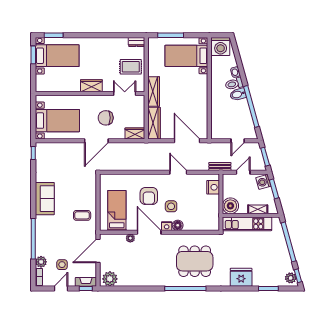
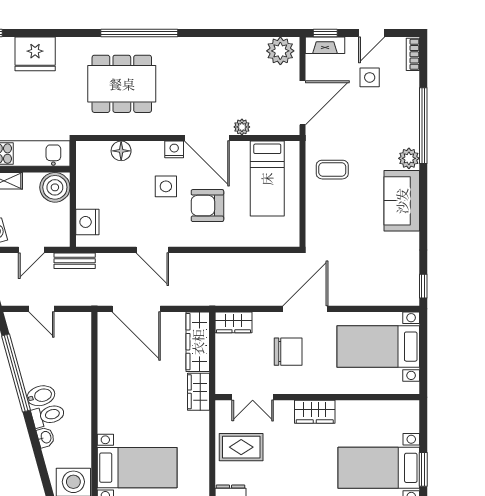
wardrobe: (154, 91) -> (198, 392), width x0.67
door: (238, 141) -> (41, 309), swing flipped
armchair: (149, 196) -> (207, 206), turned -90
floor lamp: (178, 225) -> (121, 151), moved
plant: (41, 262) -> (409, 158), moved

